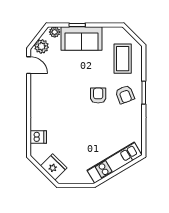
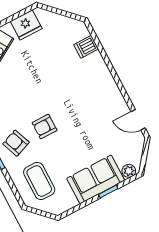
plant: (42, 46) -> (135, 148), removed
armchair: (98, 96) -> (45, 127), turned 90
fridge: (54, 167) -> (26, 25), moved, turned -45

